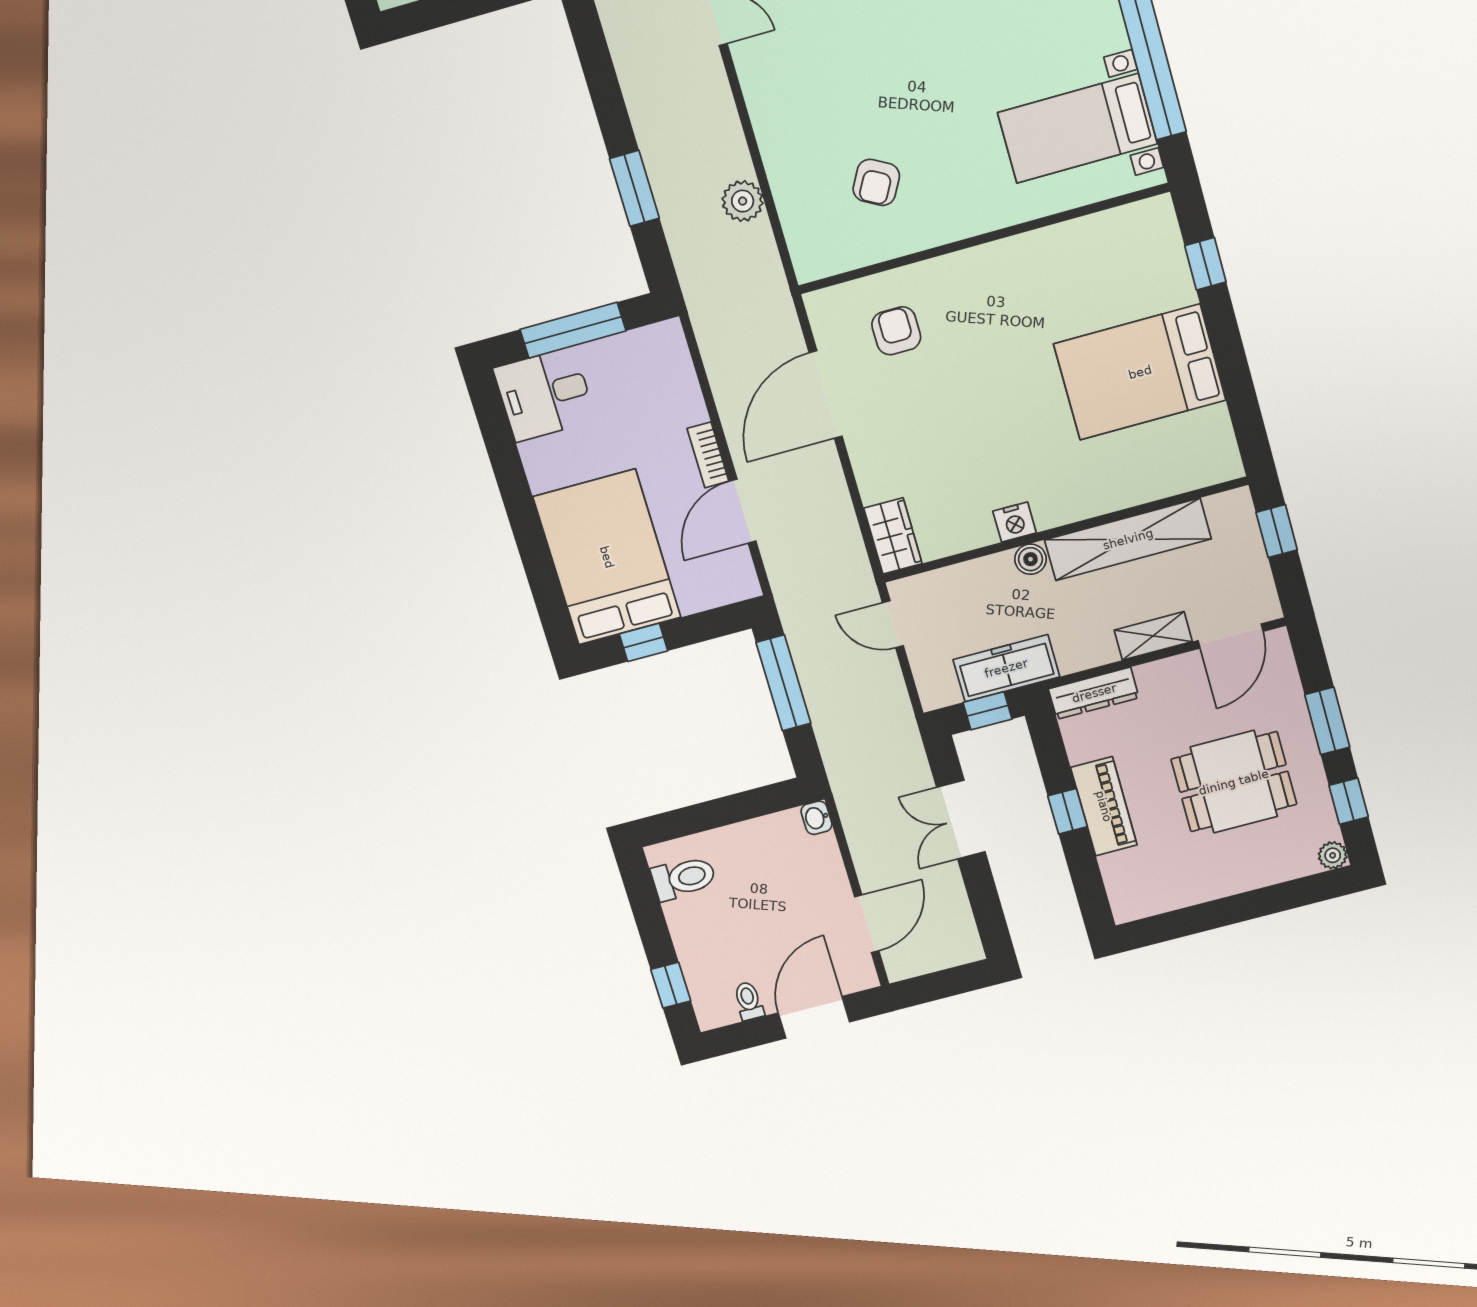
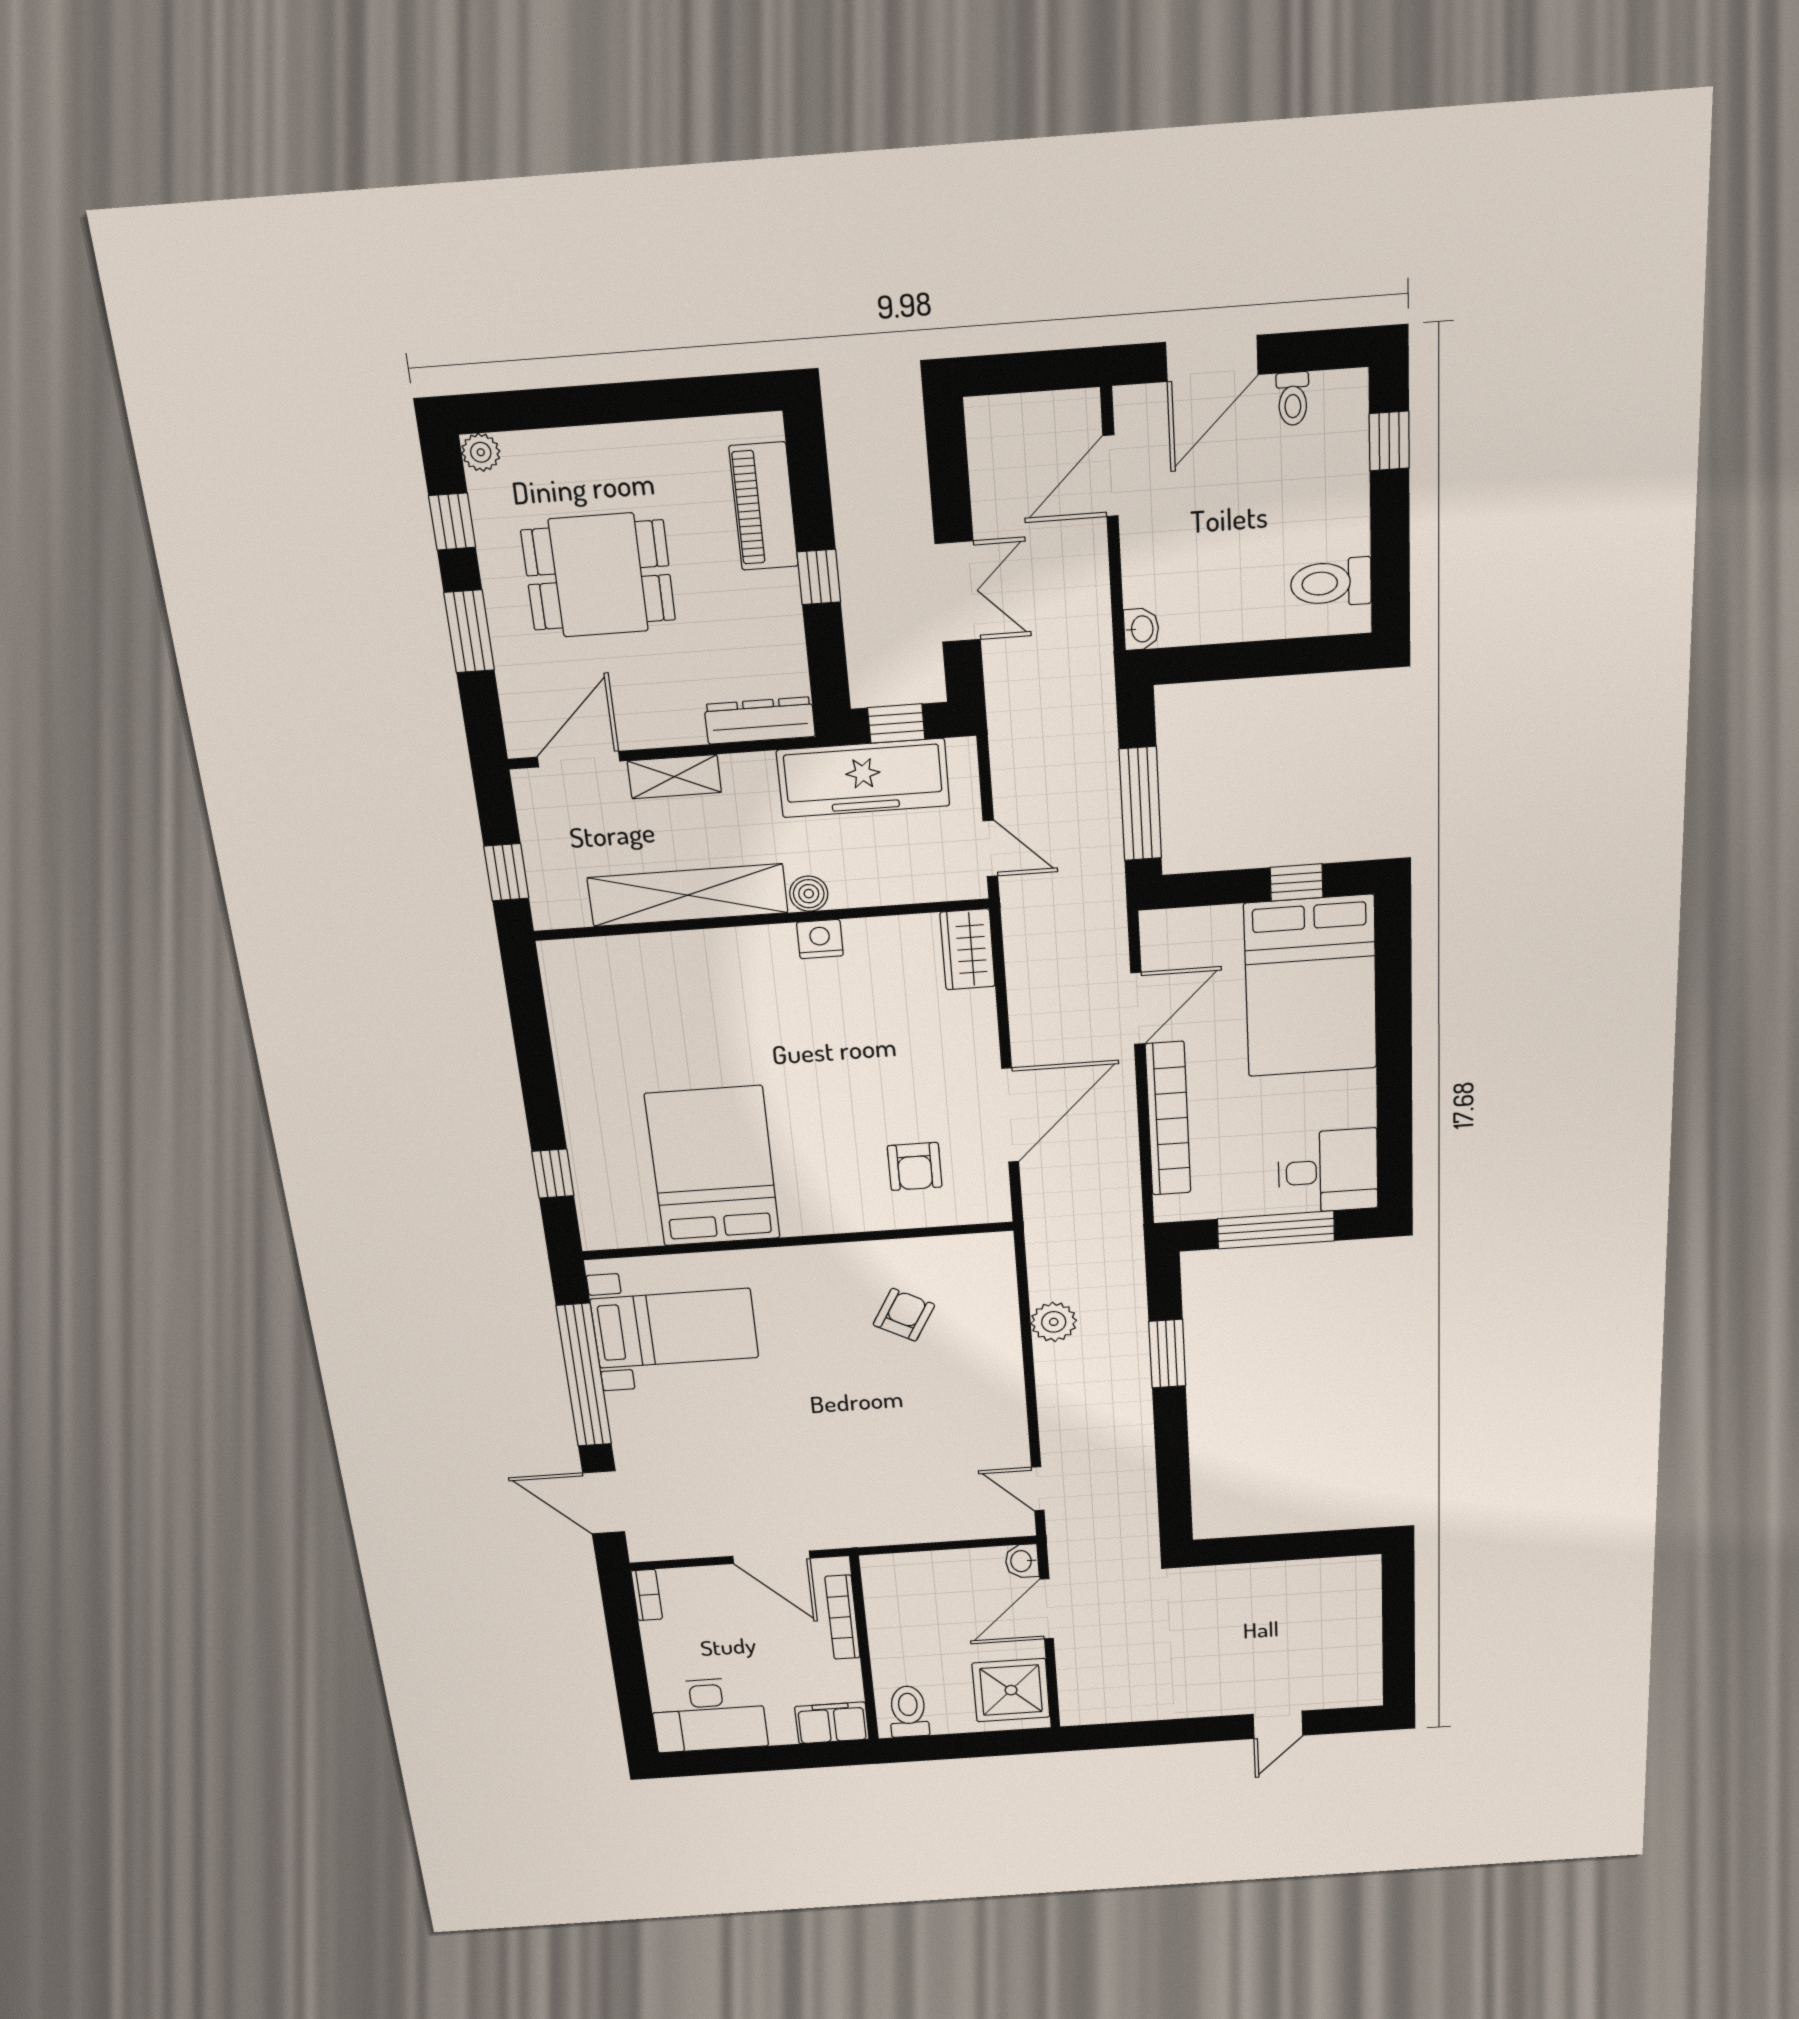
bed: (1140, 372) -> (713, 1166), moved, turned -90
bookcase: (708, 455) -> (1168, 1119), width x2.31, depth x1.31
freezer: (1006, 668) -> (863, 778), width x1.36, depth x1.26
piano: (1104, 806) -> (764, 506), moved

